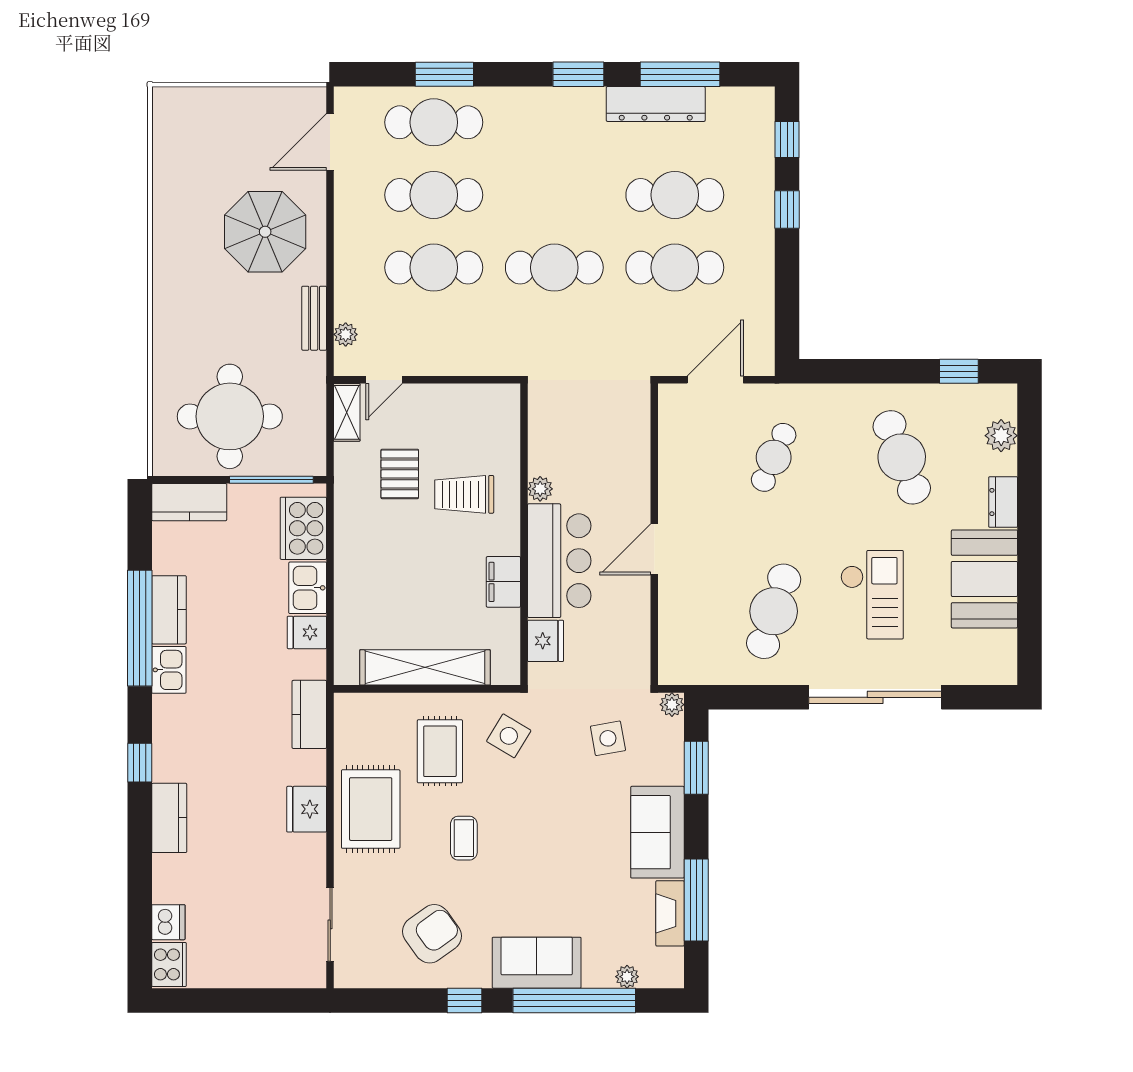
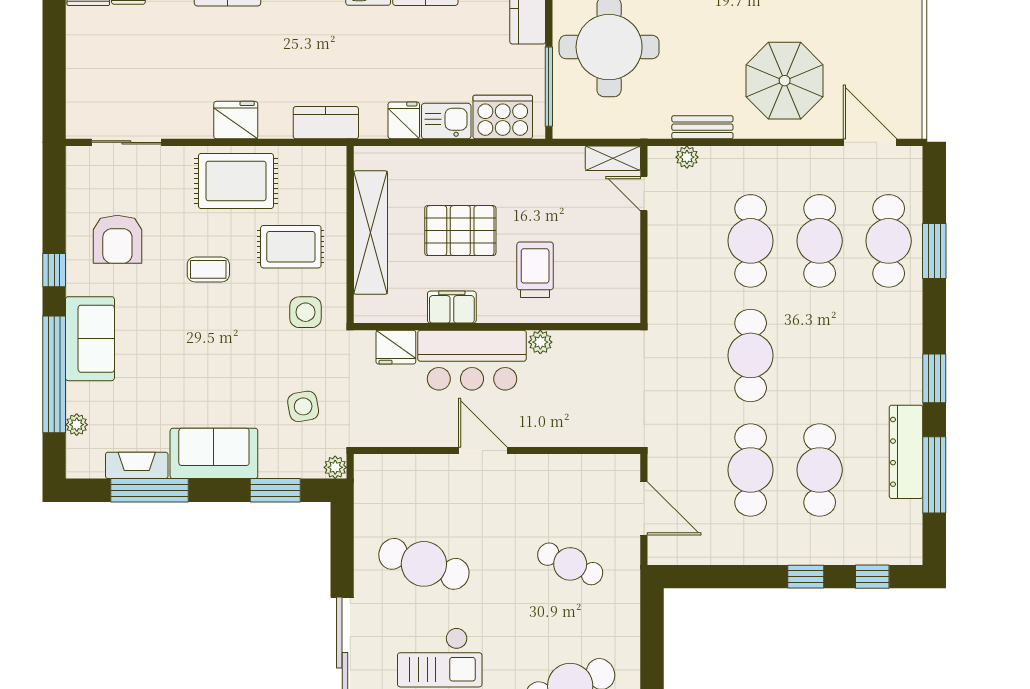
pallet: (400, 474) -> (460, 231), moved, width x1.50, depth x1.42
side table: (509, 736) -> (306, 312), turned -31
armchair: (432, 934) -> (117, 239), turned 36

